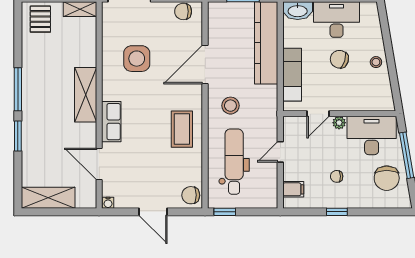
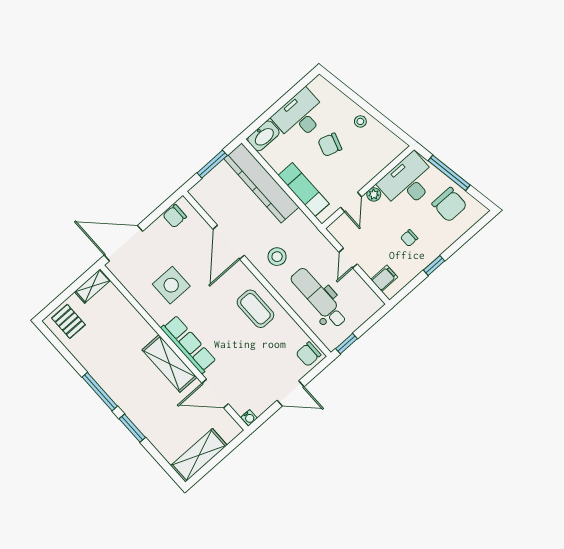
shelving: (86, 95) -> (169, 364), moved
row of seats: (111, 122) -> (188, 344), width x1.48

